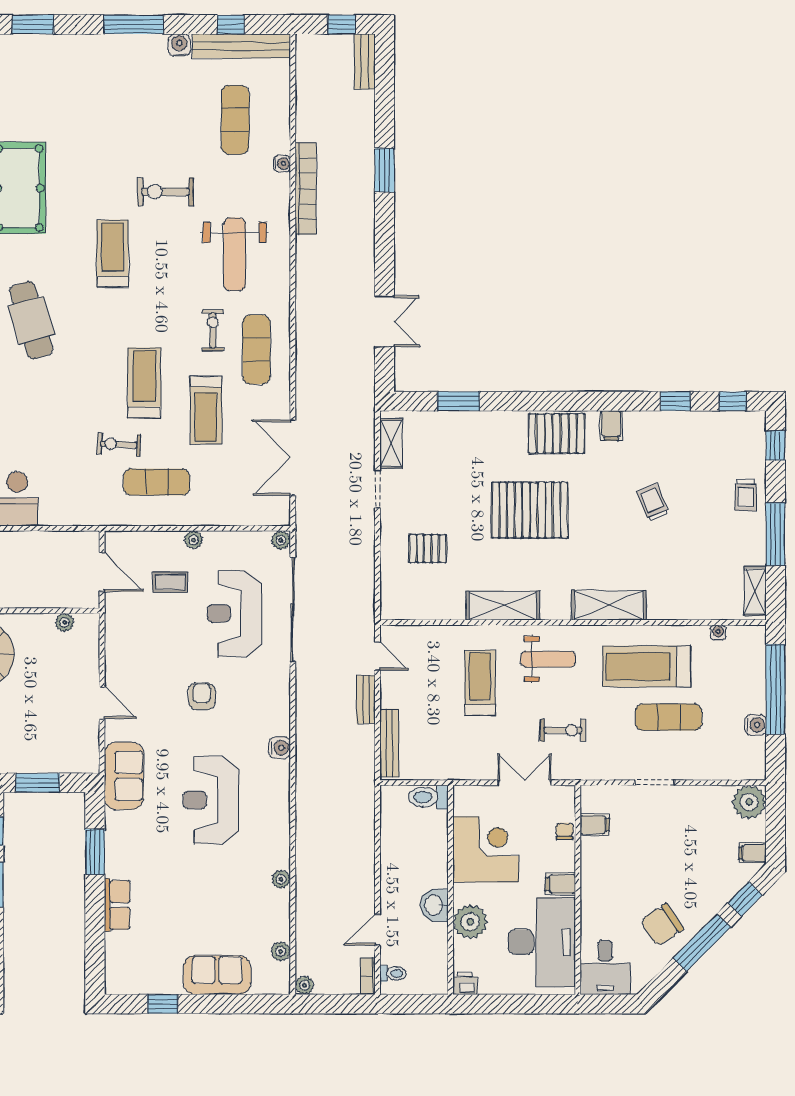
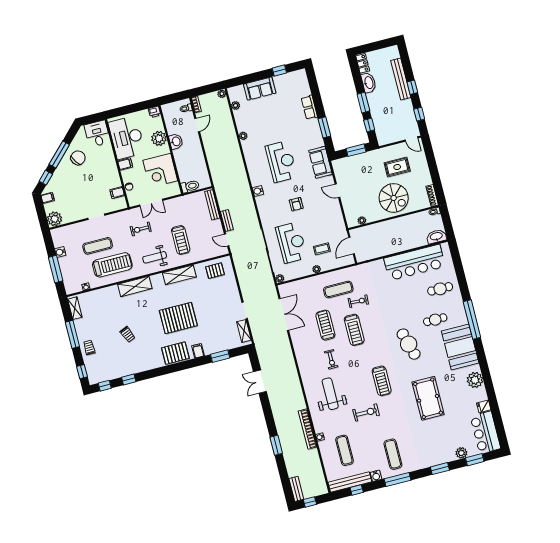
exercise mat: (256, 350) -> (393, 454), moved
filing cabinet: (611, 426) -> (198, 351), moved
pallet: (428, 549) -> (215, 271), moved
door: (102, 572) -> (352, 246), hinge flipped
window: (775, 689) -> (56, 269), width x0.68

